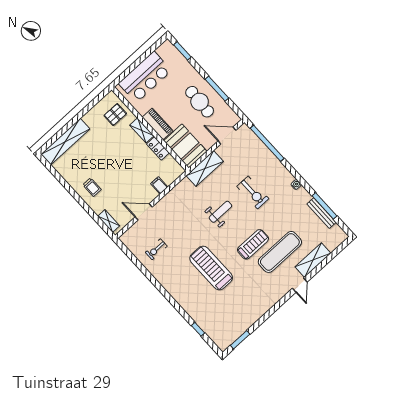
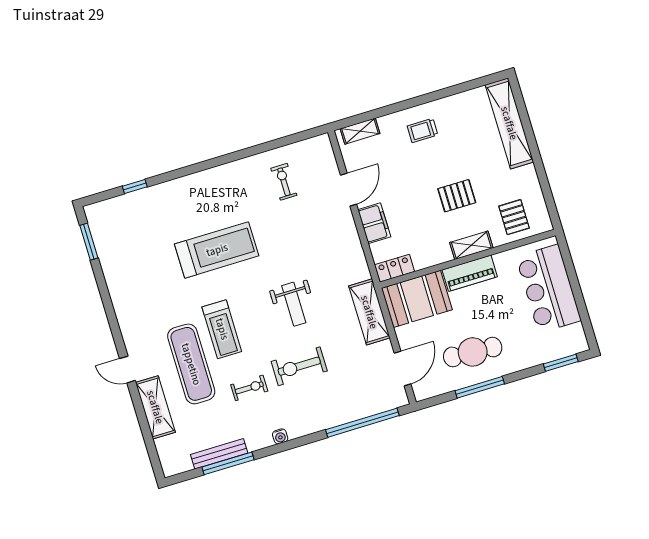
locker: (158, 148) -> (394, 268), moved
pallet: (119, 151) -> (457, 196), added
filing cabinet: (159, 185) -> (374, 223), width x2.00
exercise bike: (278, 214) -> (249, 388), added

